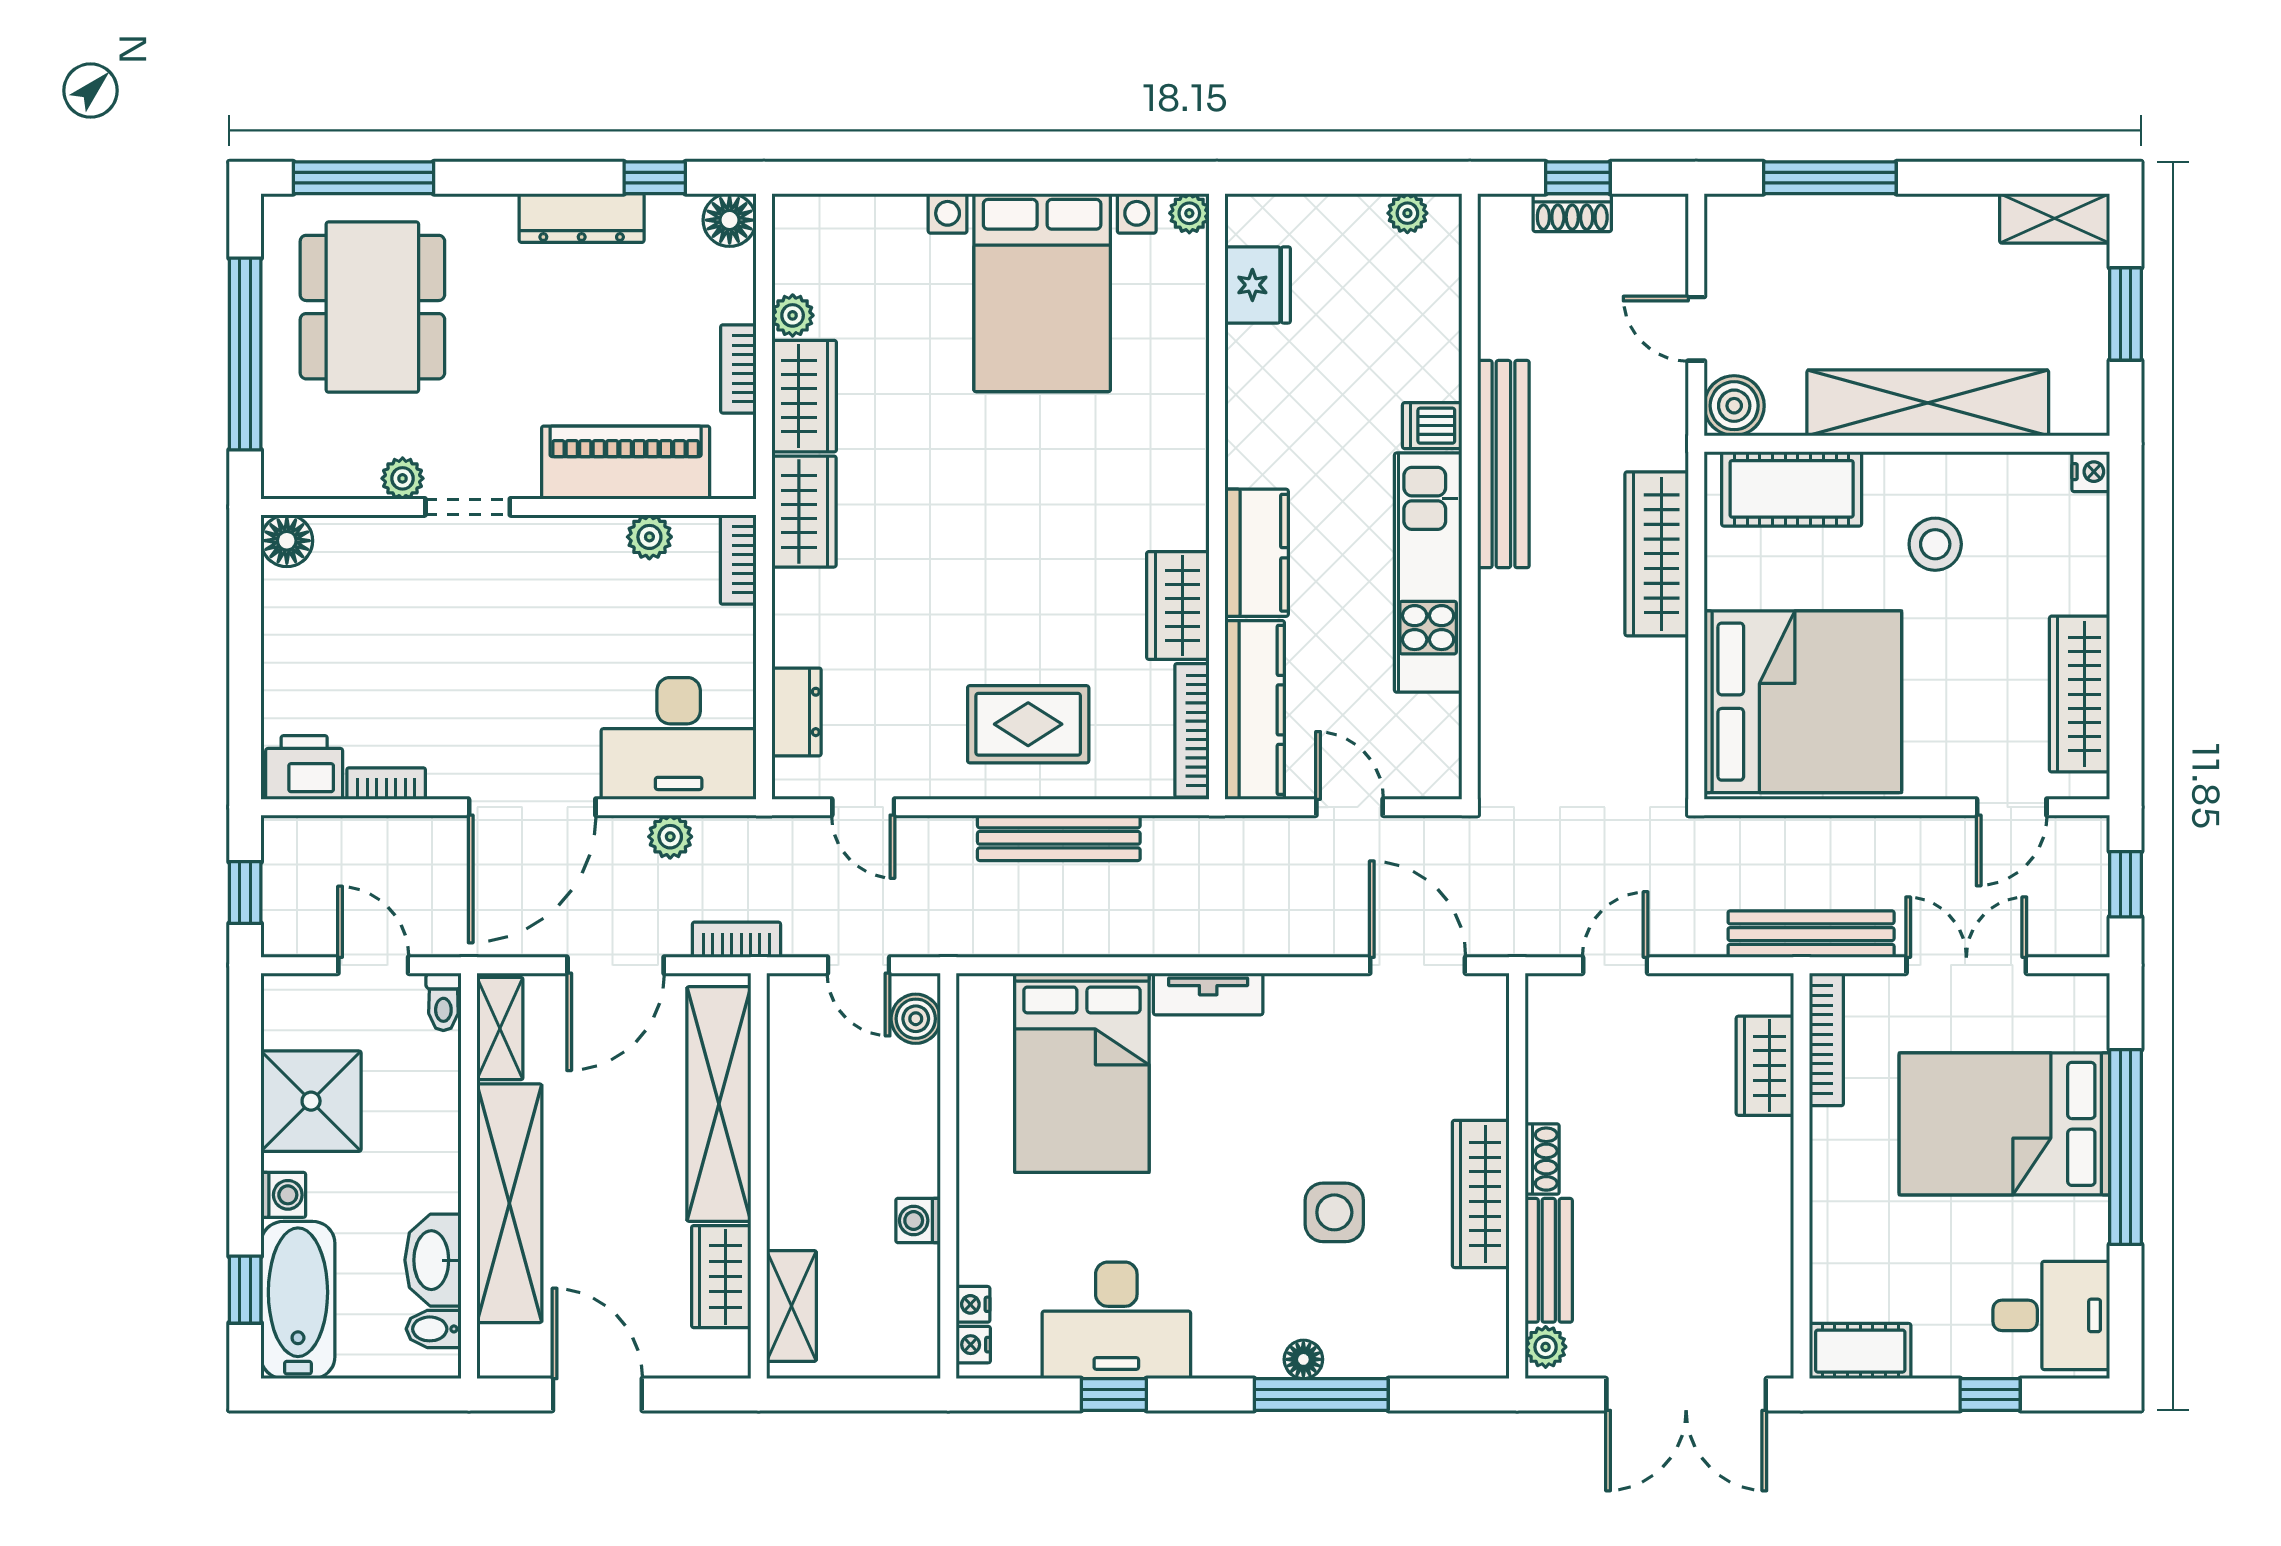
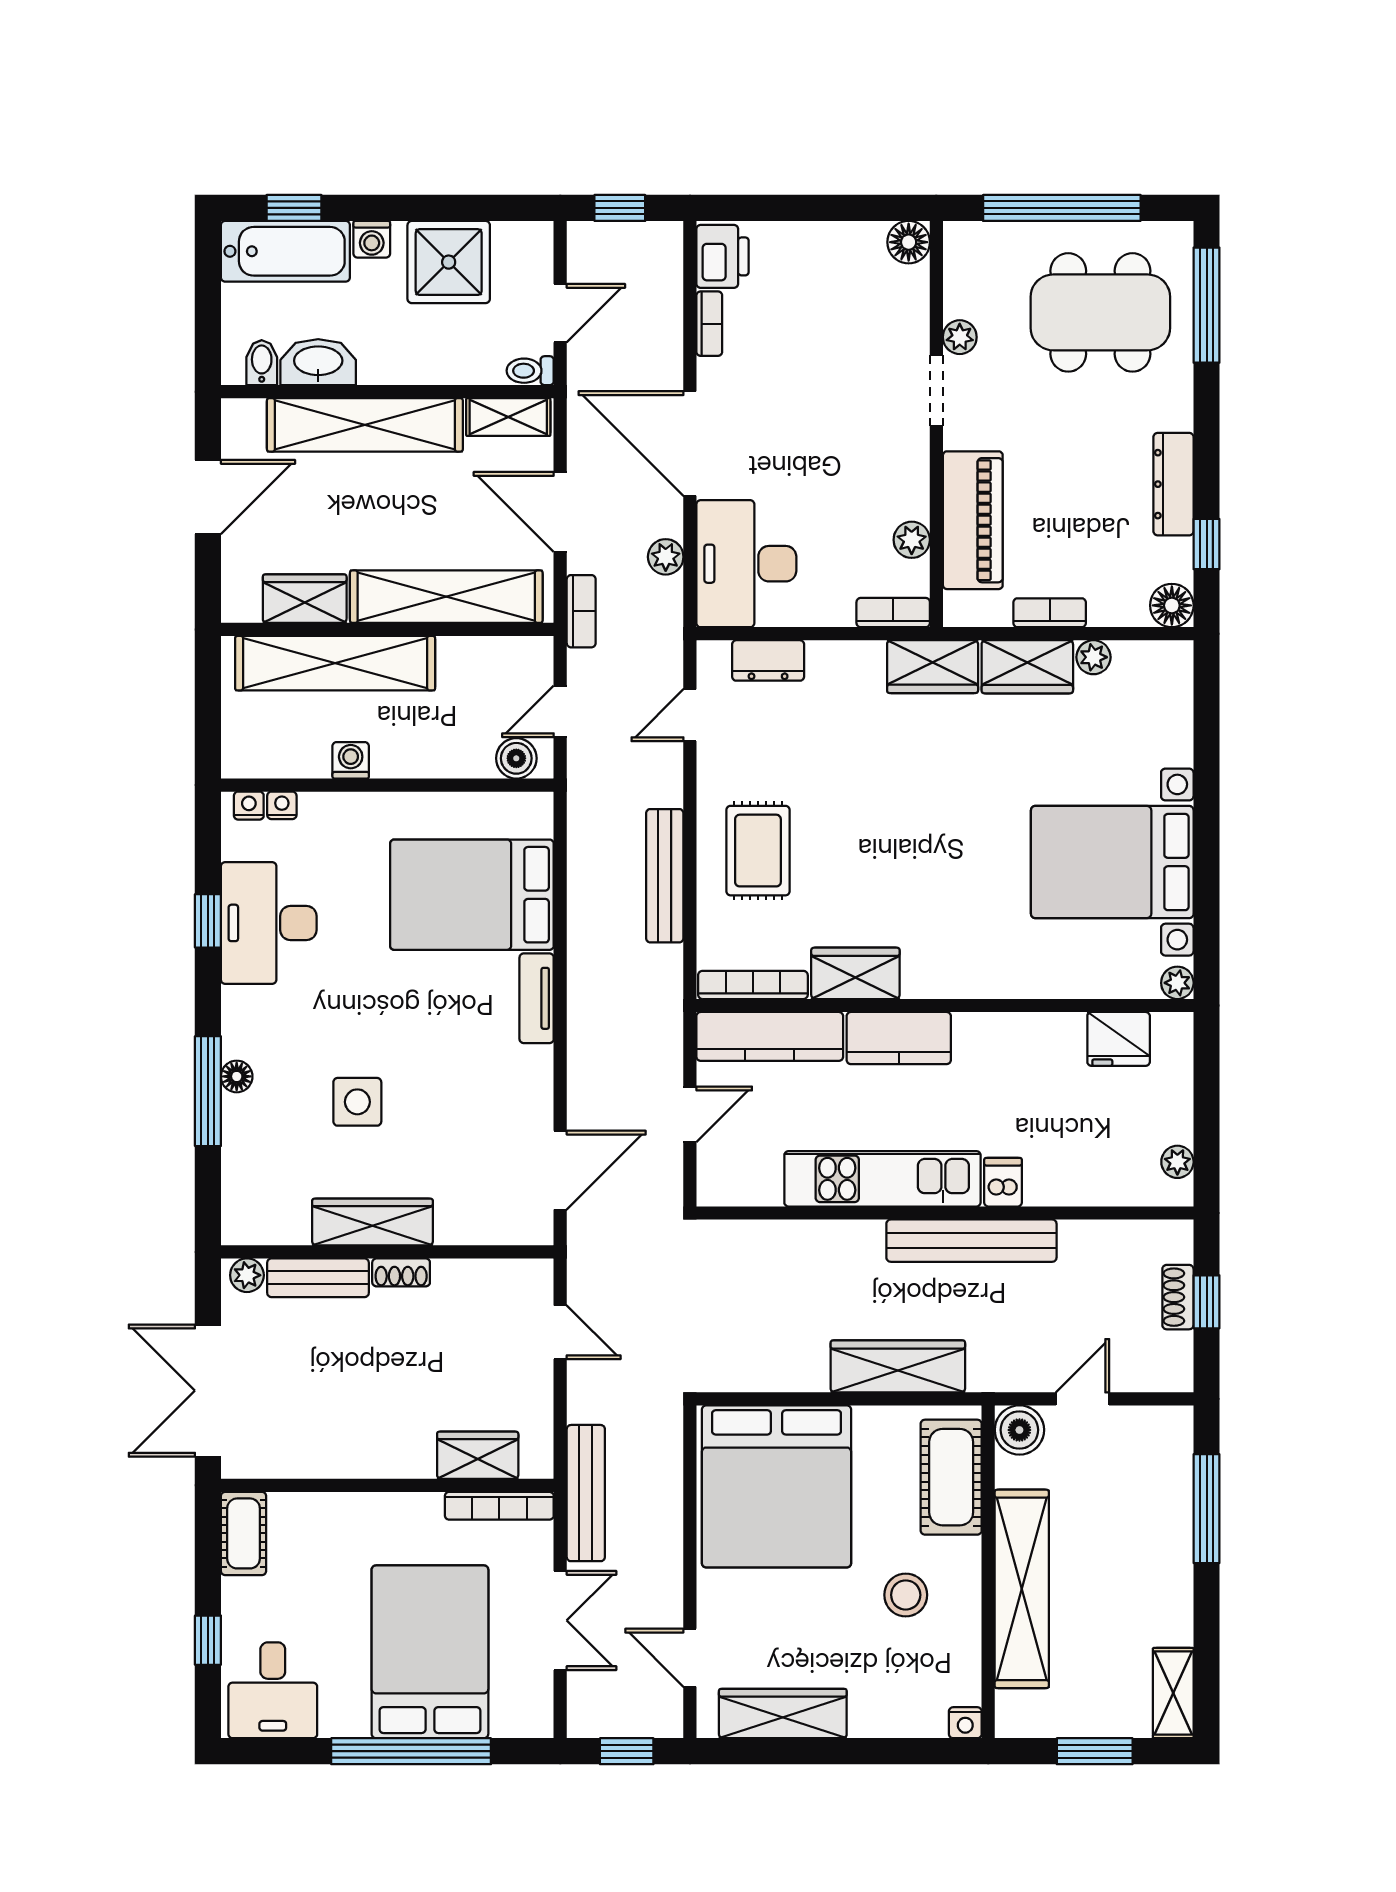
shelving: (791, 1306) -> (335, 663), width x2.20, depth x1.33

